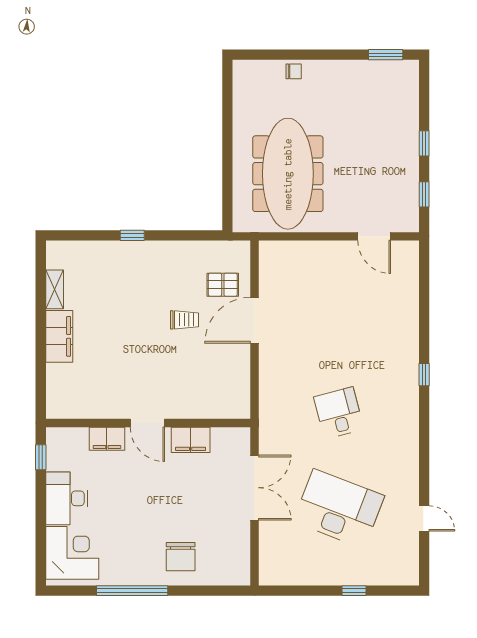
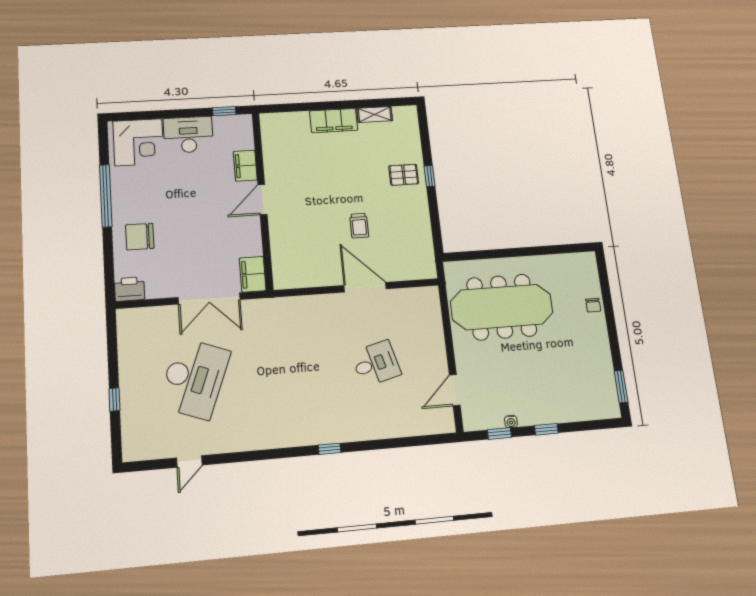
water cooler: (413, 180) -> (511, 422), added
pallet: (223, 285) -> (404, 175), moved, turned 90
desk: (339, 413) -> (376, 364), moved
filing cabinet: (191, 440) -> (253, 274), moved
printer: (238, 570) -> (130, 289), added

